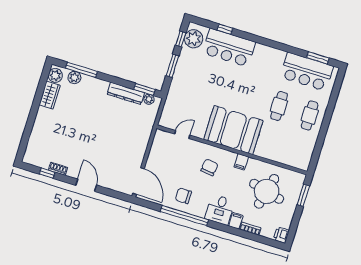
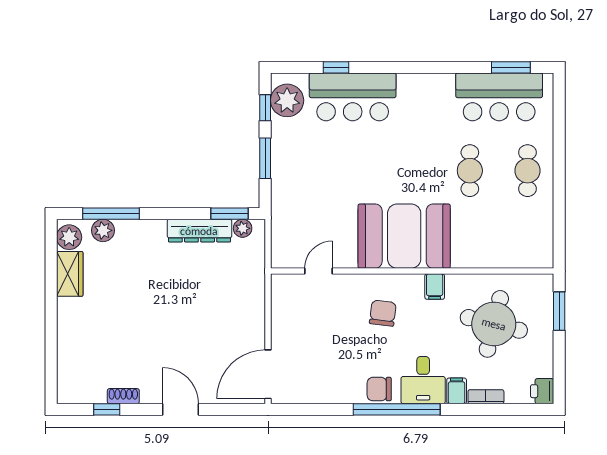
door: (138, 181) -> (268, 374), swing flipped
chair: (183, 196) -> (379, 389), moved
window: (184, 216) -> (397, 409), moved

